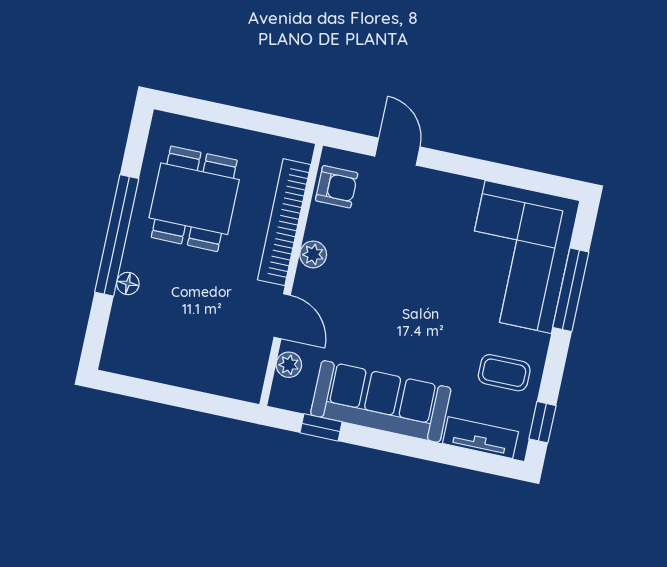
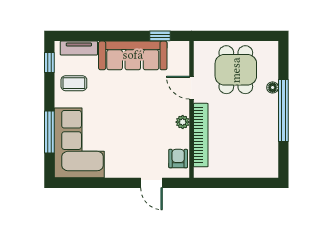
armchair: (337, 187) -> (178, 159), turned 90
dining table: (194, 199) -> (236, 70), moved
plant: (289, 365) -> (183, 64), removed

